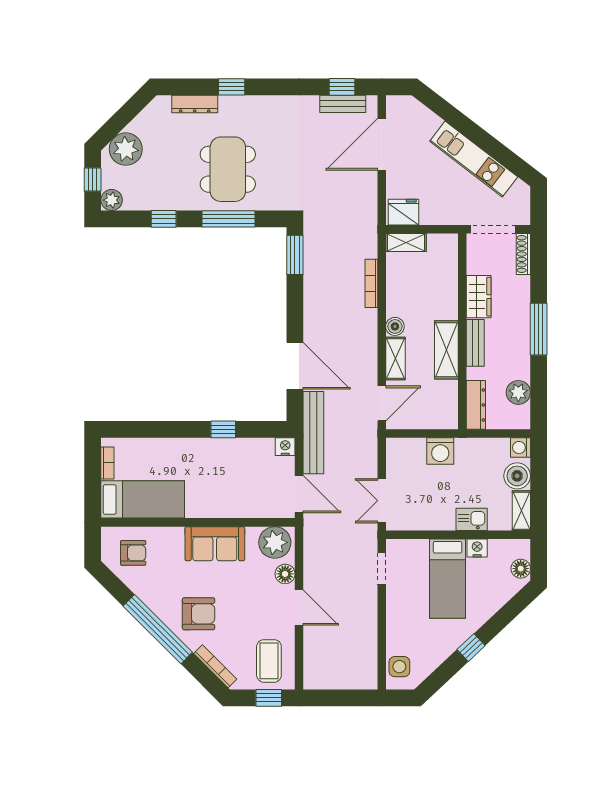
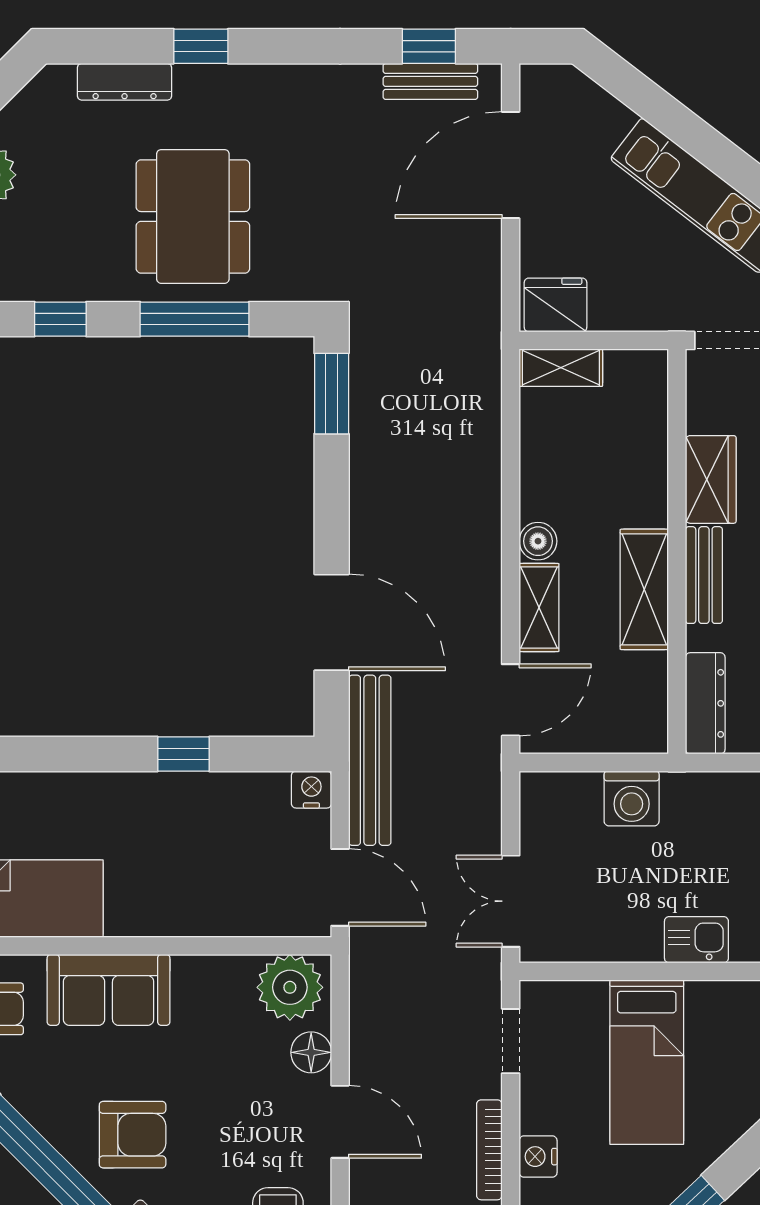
bookcase: (371, 283) -> (489, 1150), moved
sofa: (215, 544) -> (109, 990), moved
nightstand: (477, 548) -> (538, 1157), moved, turned -90

